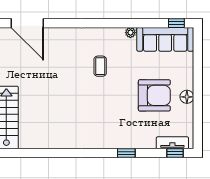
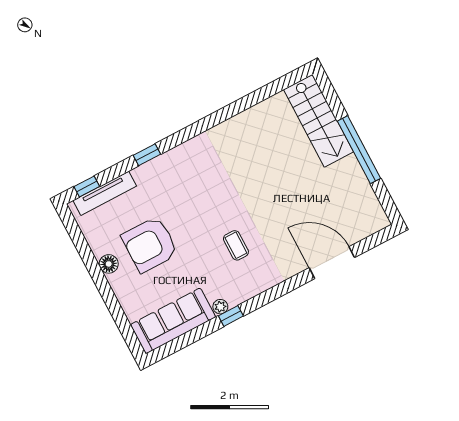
door: (27, 23) -> (332, 263), moved
window: (176, 23) -> (231, 316), moved
tv unit: (172, 143) -> (105, 193), width x1.41

